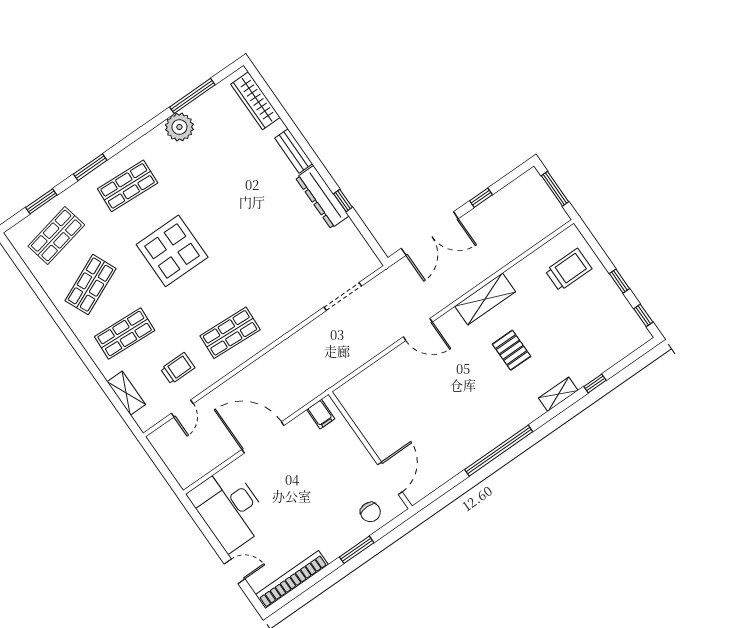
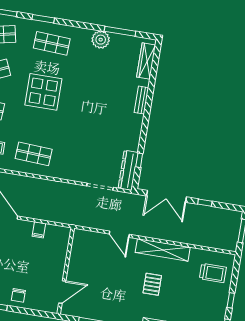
dresser: (322, 197) -> (128, 170), moved
window: (343, 200) -> (139, 160), moved
shelving: (485, 299) -> (163, 250), width x1.47
wall: (370, 450) -> (66, 271), moved
door: (390, 478) -> (62, 292), moved

